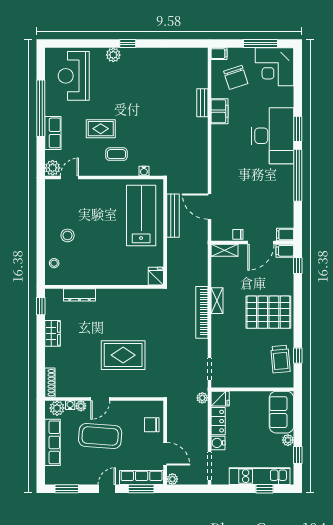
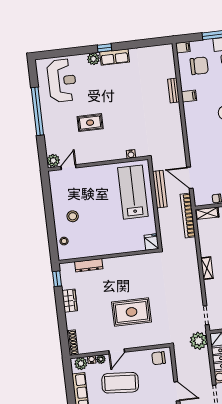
reception desk: (74, 76) -> (62, 81), turned 180
chair: (236, 77) -> (199, 66), turned -72
filing cabinet: (220, 111) -> (189, 96), width x0.50
row of seats: (53, 133) -> (115, 57), moved, turned 90
coffee table: (116, 154) -> (106, 143), removed
shelving: (217, 301) -> (207, 268), moved
bookcase: (202, 312) -> (188, 215), moved
plant: (202, 398) -> (199, 341), width x1.87, depth x1.87
chair: (152, 425) -> (159, 358), moved

